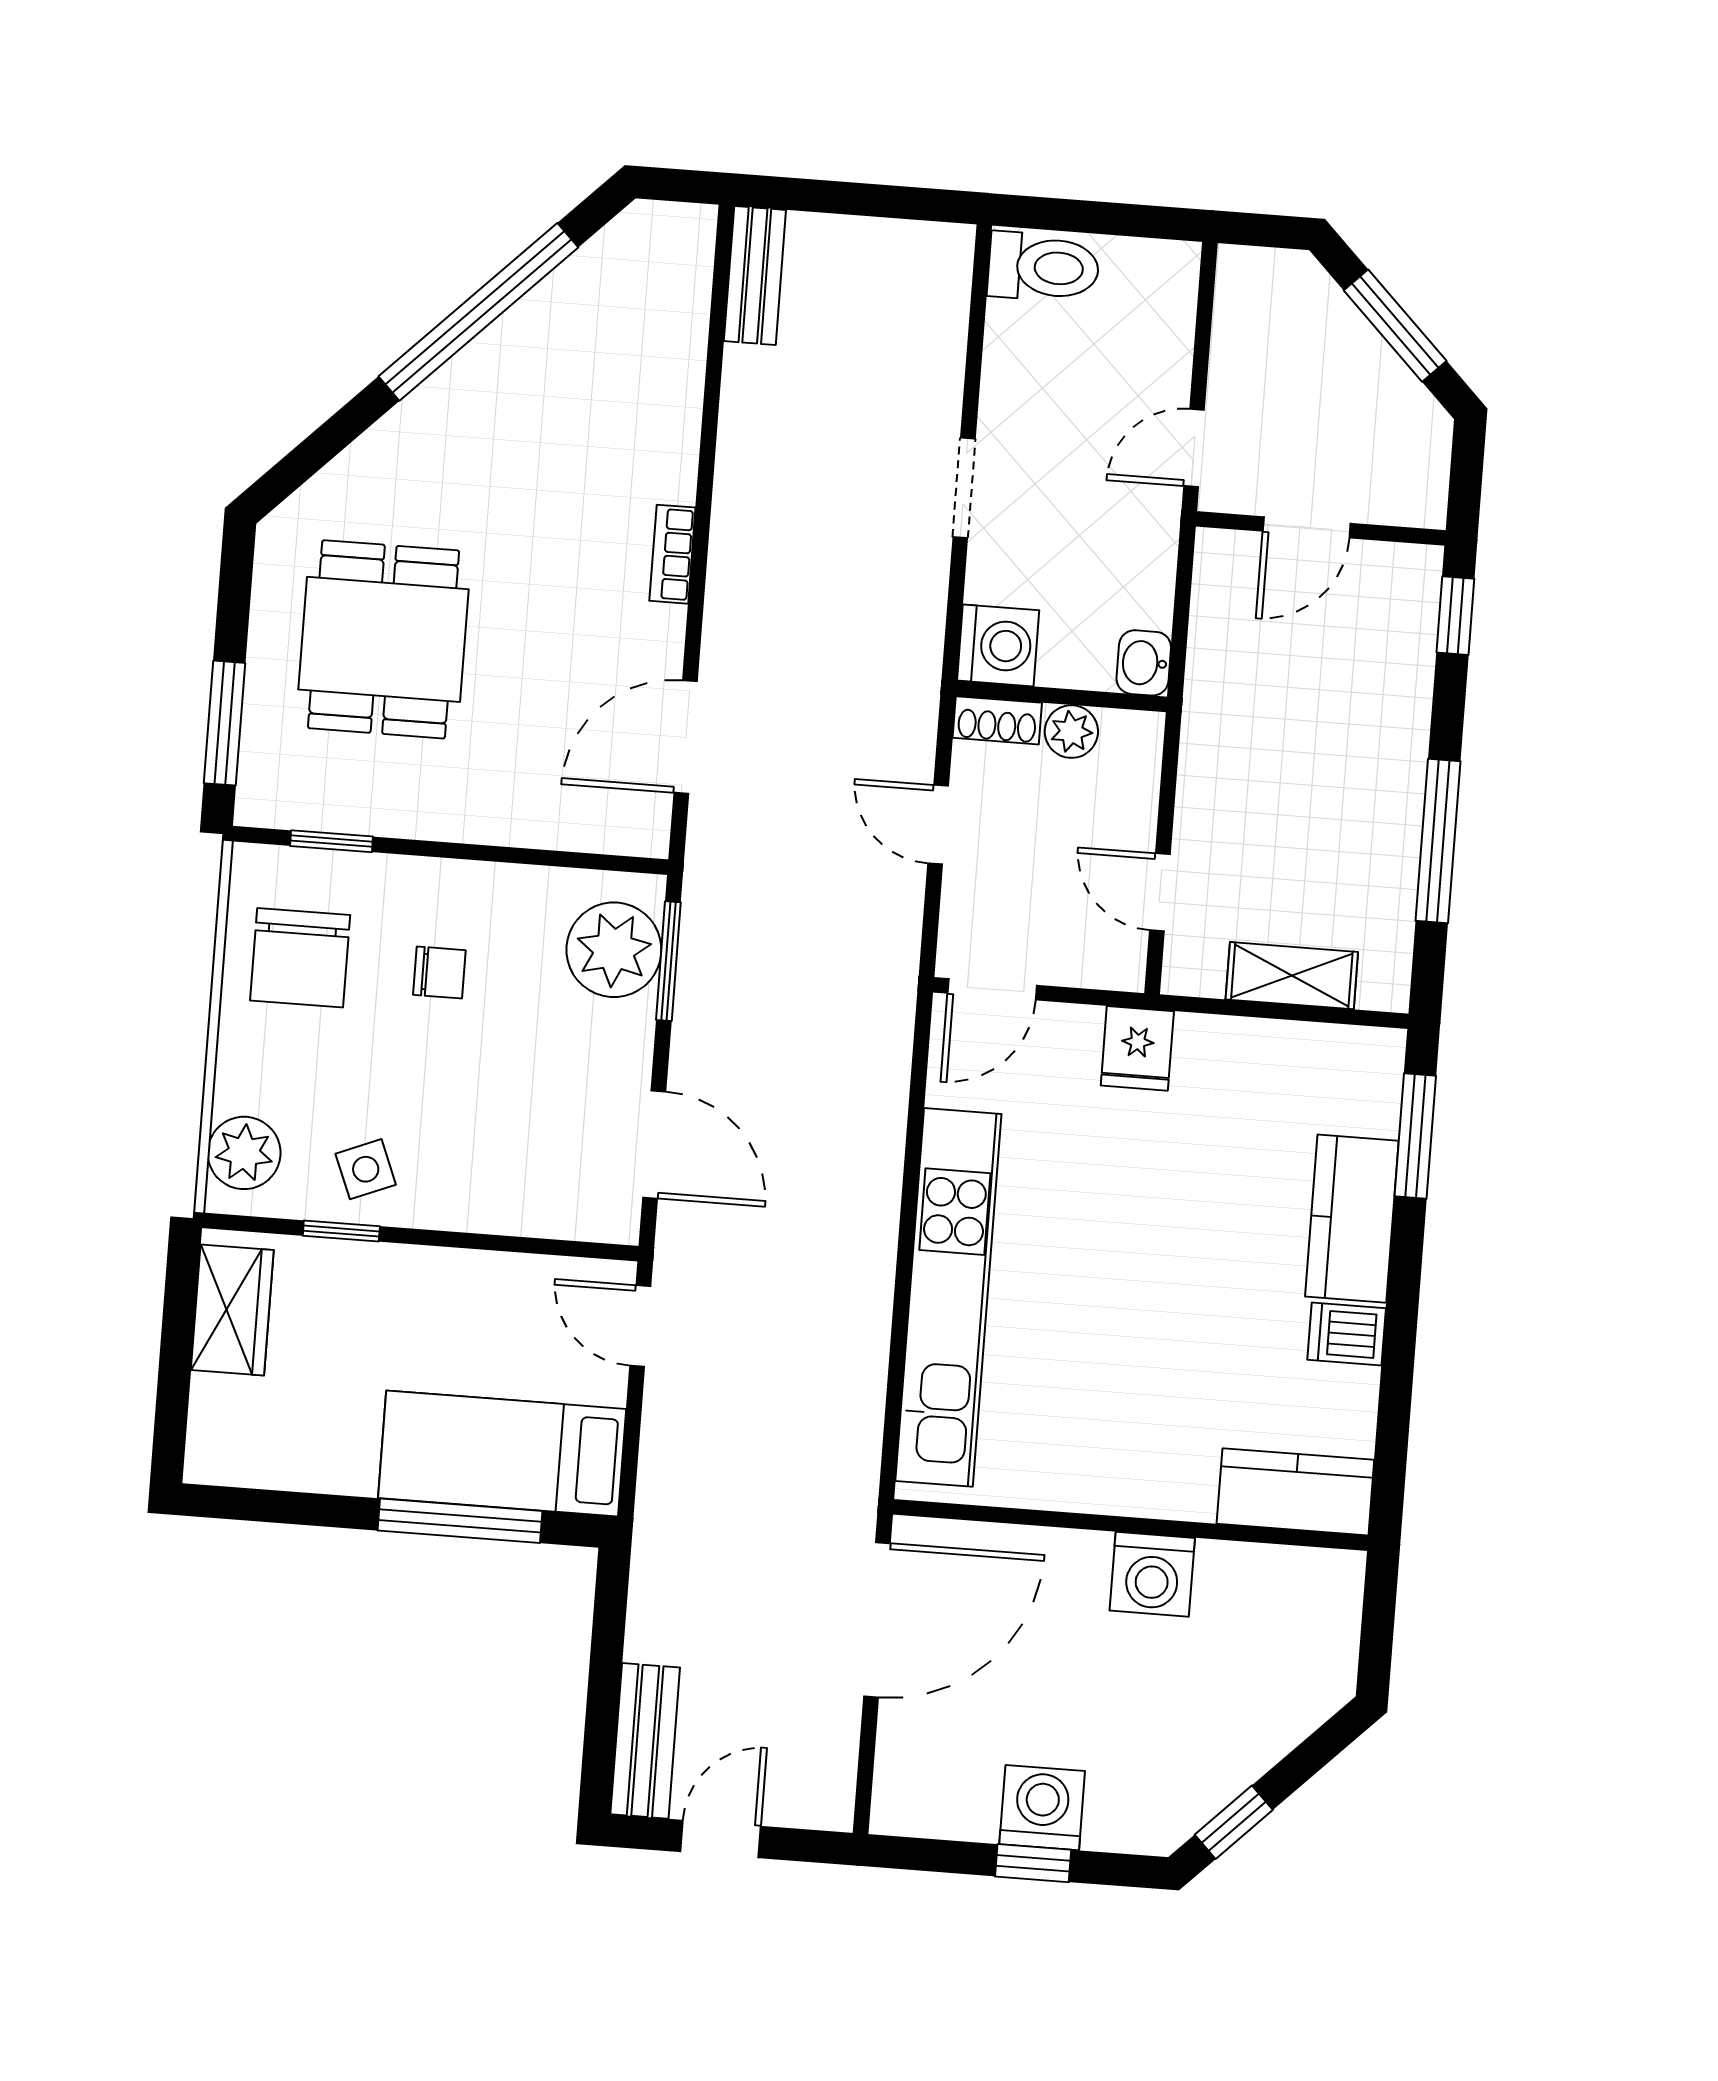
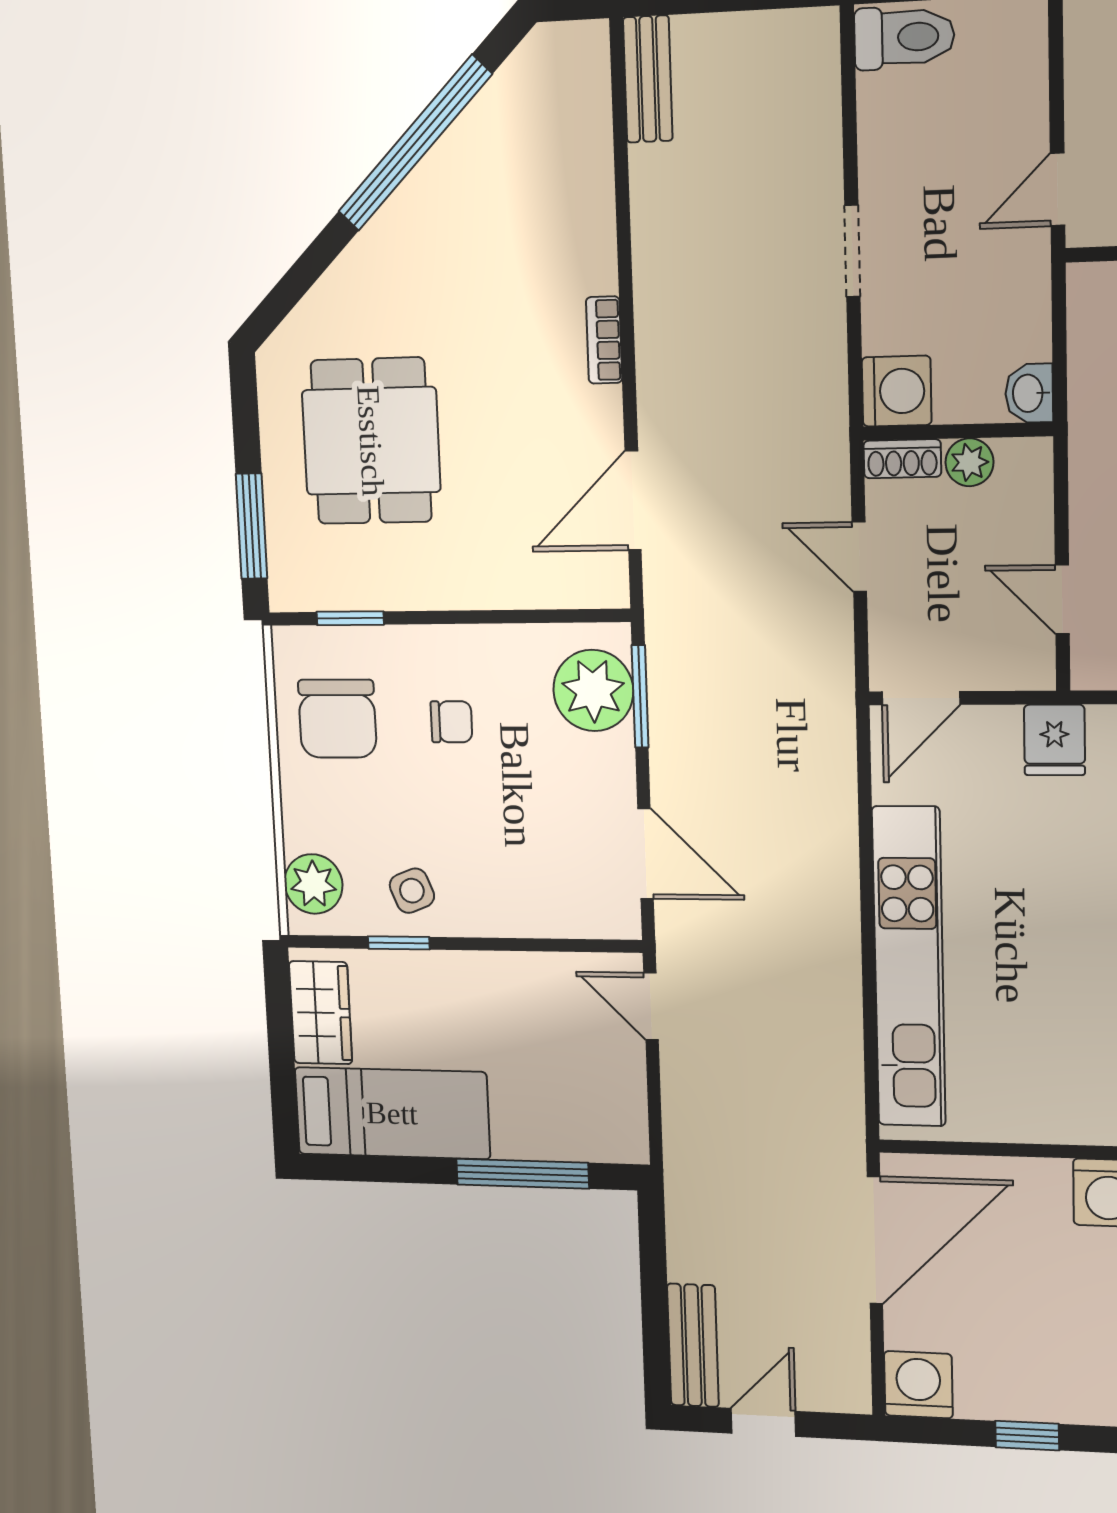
bed: (502, 1454) -> (392, 1113), moved, turned 180
washing machine: (1042, 1808) -> (918, 1385), moved

